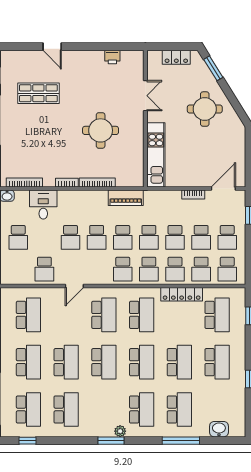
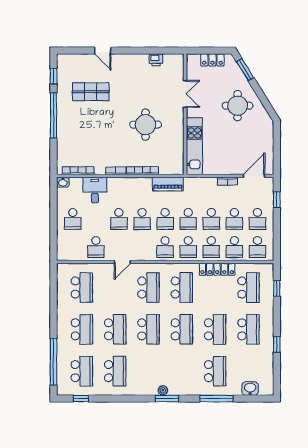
school desk: (142, 409) -> (182, 371), removed
window: (111, 441) -> (167, 399), moved

